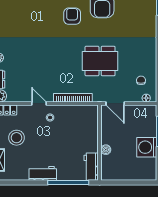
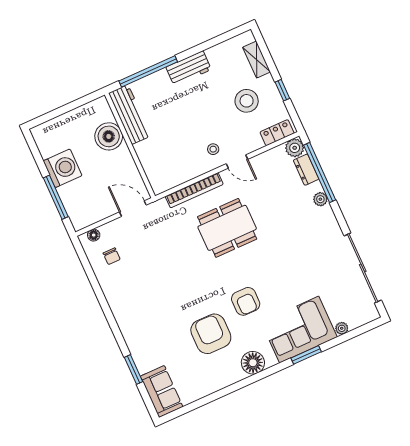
dining table: (100, 61) -> (227, 228), moved
boiler: (106, 150) -> (109, 136), width x1.86, depth x1.86
workbench: (91, 167) -> (130, 114), width x1.38

